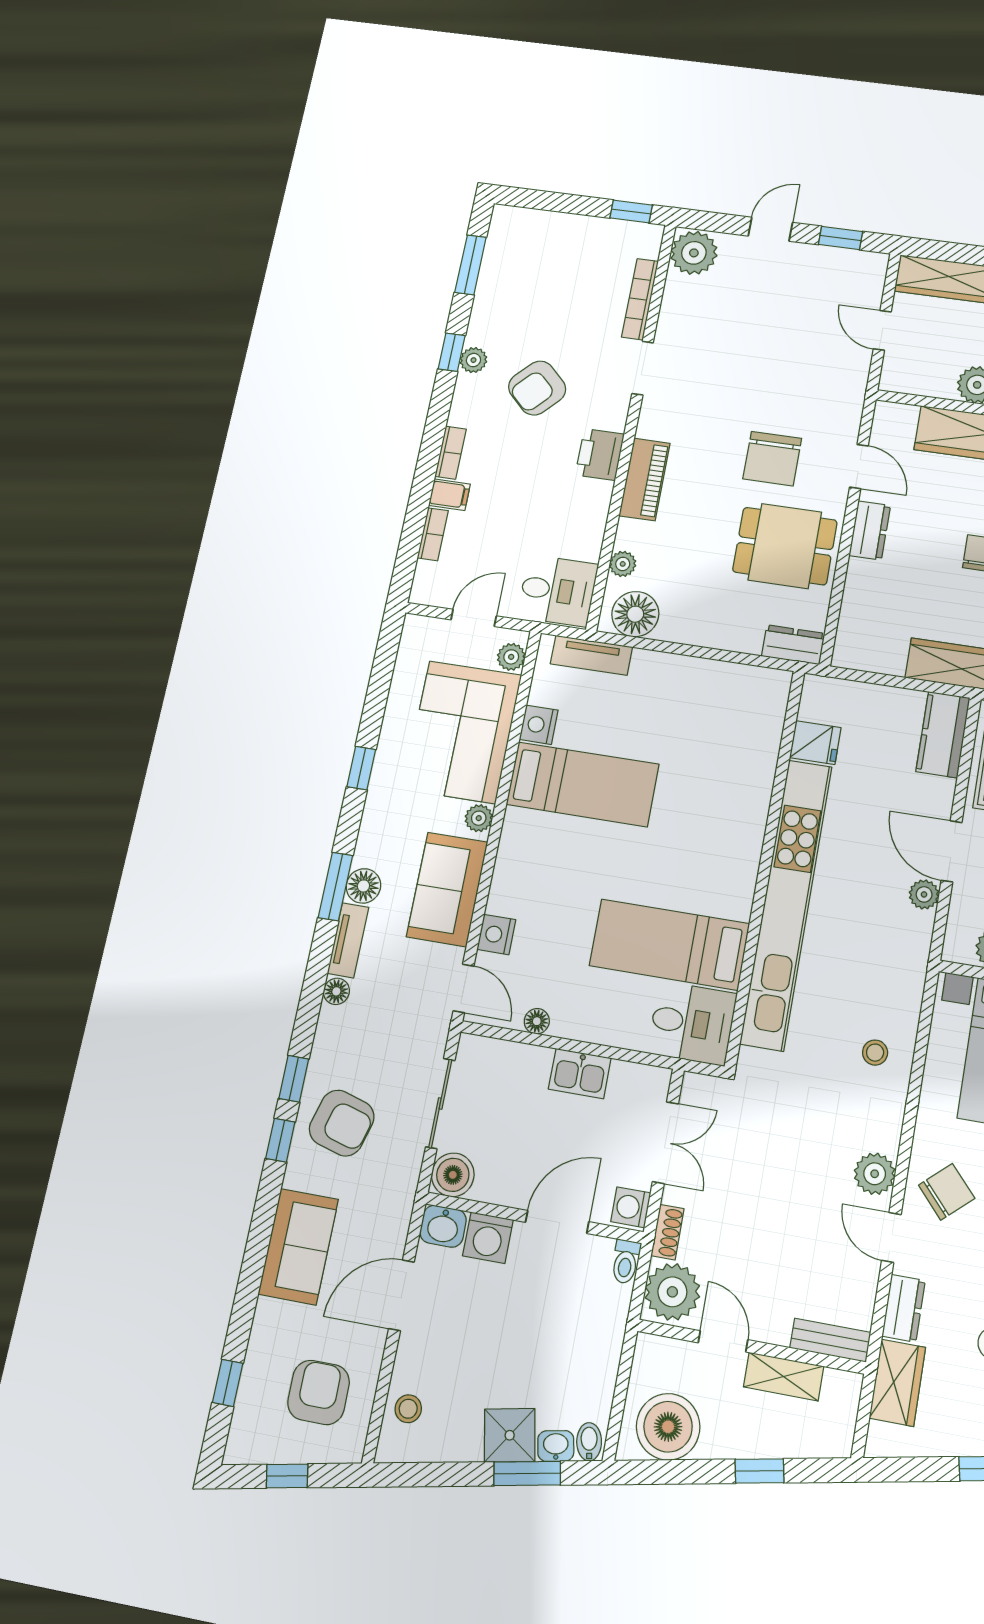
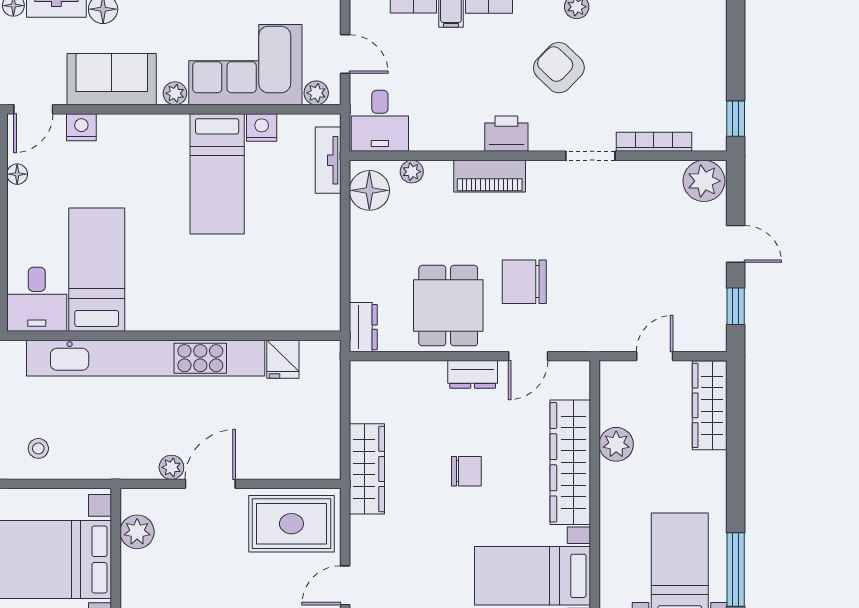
kitchen counter: (943, 735) -> (306, 462), removed

